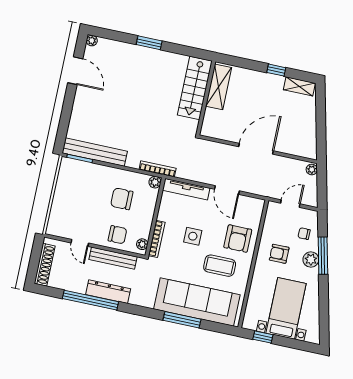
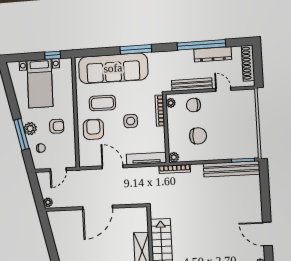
dresser: (108, 292) -> (213, 54), moved
window: (182, 320) -> (136, 49), moved

